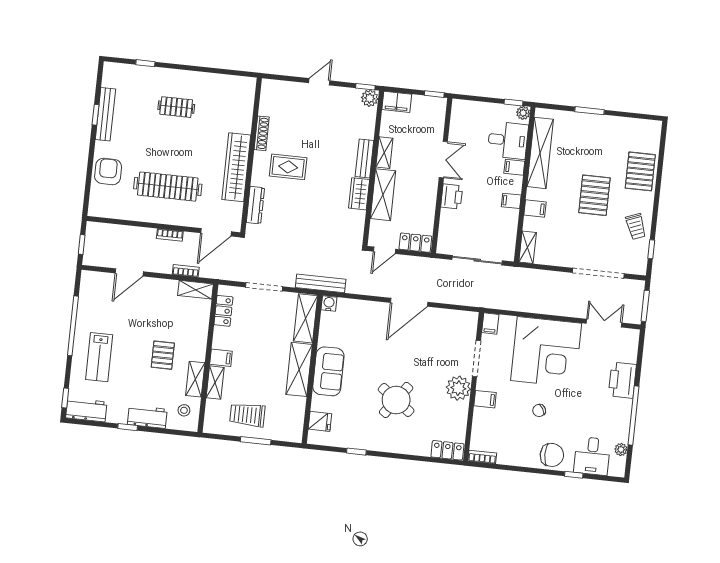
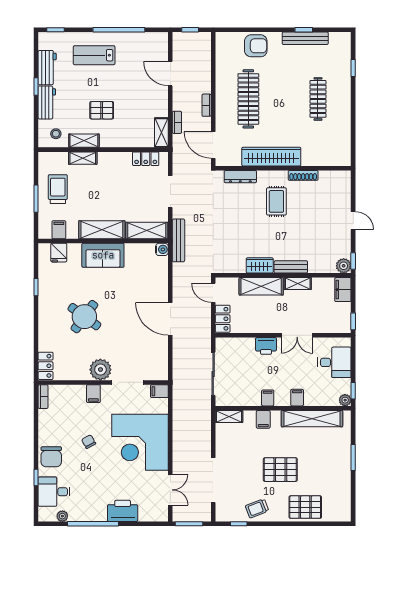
clothes rail: (176, 107) -> (318, 99), width x1.36
desk: (508, 140) -> (334, 362), moved, turned -90
filing cabinet: (221, 358) -> (59, 230), moved, turned 180
workbench: (86, 410) -> (47, 68), moved

